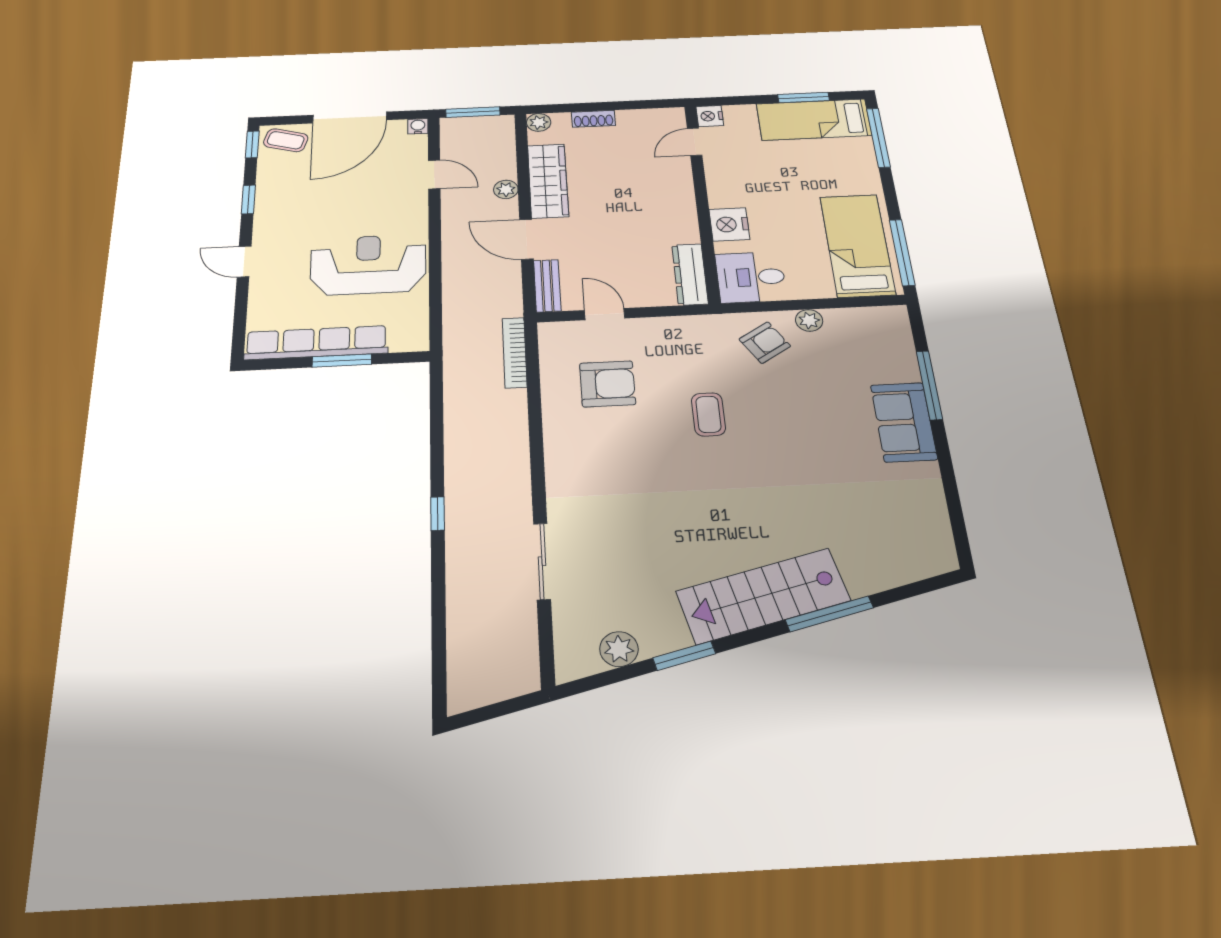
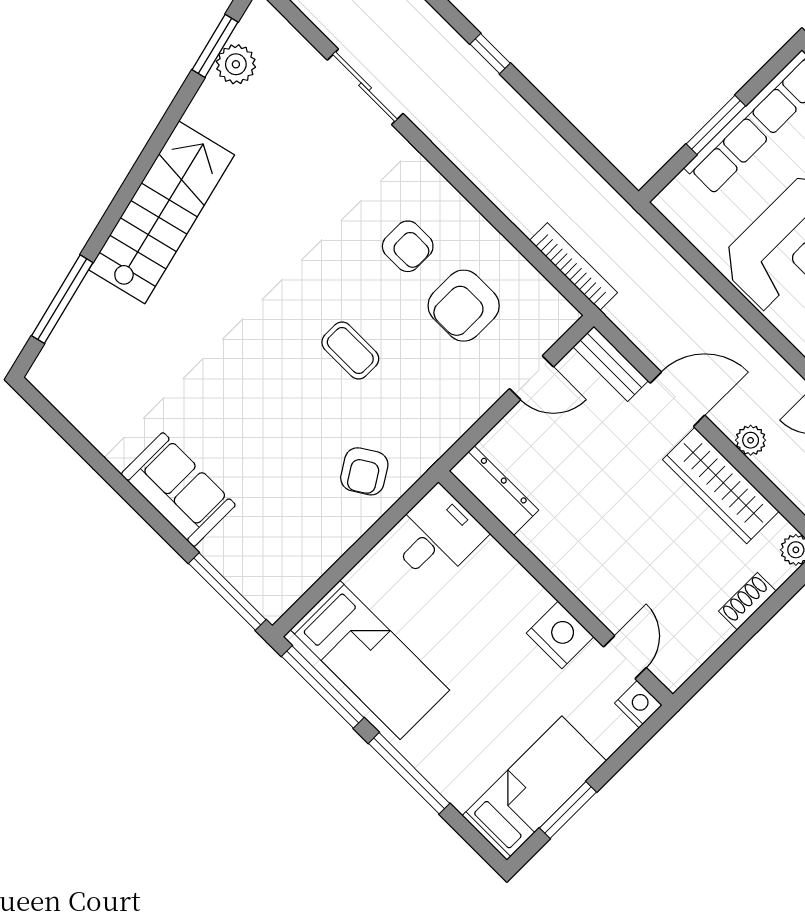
window: (878, 138) -> (409, 773), moved
nightstand: (729, 224) -> (560, 635), moved
plant: (809, 320) -> (345, 531), removed
window: (929, 385) -> (227, 591), moved
armchair: (610, 444) -> (408, 246), added
window: (829, 614) -> (62, 299), moved
window: (684, 656) -> (215, 46), moved

